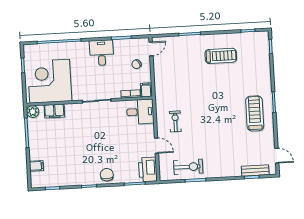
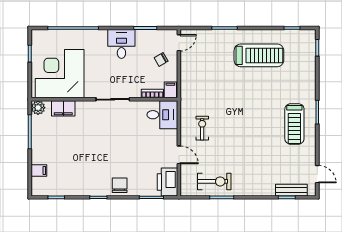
treadmill: (221, 56) -> (259, 55), width x1.37, depth x1.38
treadmill: (255, 113) -> (294, 124), turned 180

